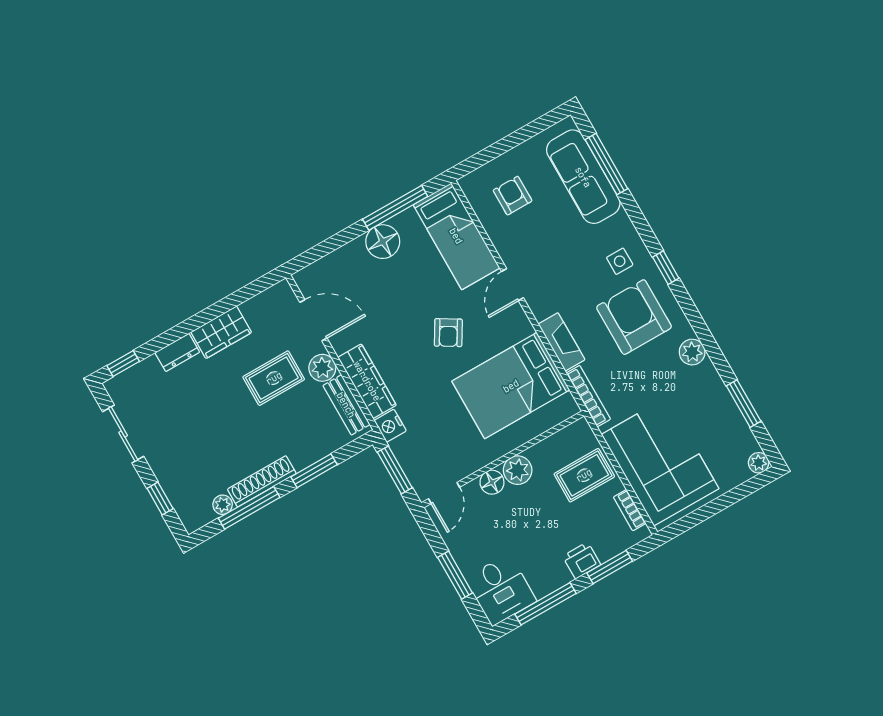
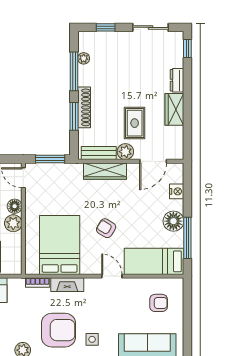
bookcase: (588, 396) -> (38, 282), width x0.64
nightstand: (390, 426) -> (177, 191), moved, turned 90
shoe rack: (262, 481) -> (84, 107), moved

